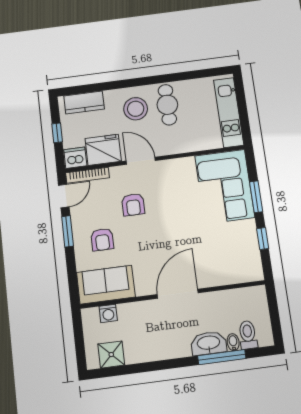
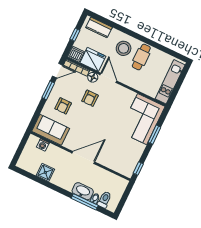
floor lamp: (119, 174) -> (93, 77), added
window: (263, 239) -> (138, 168), moved
shower: (111, 355) -> (45, 172), moved

